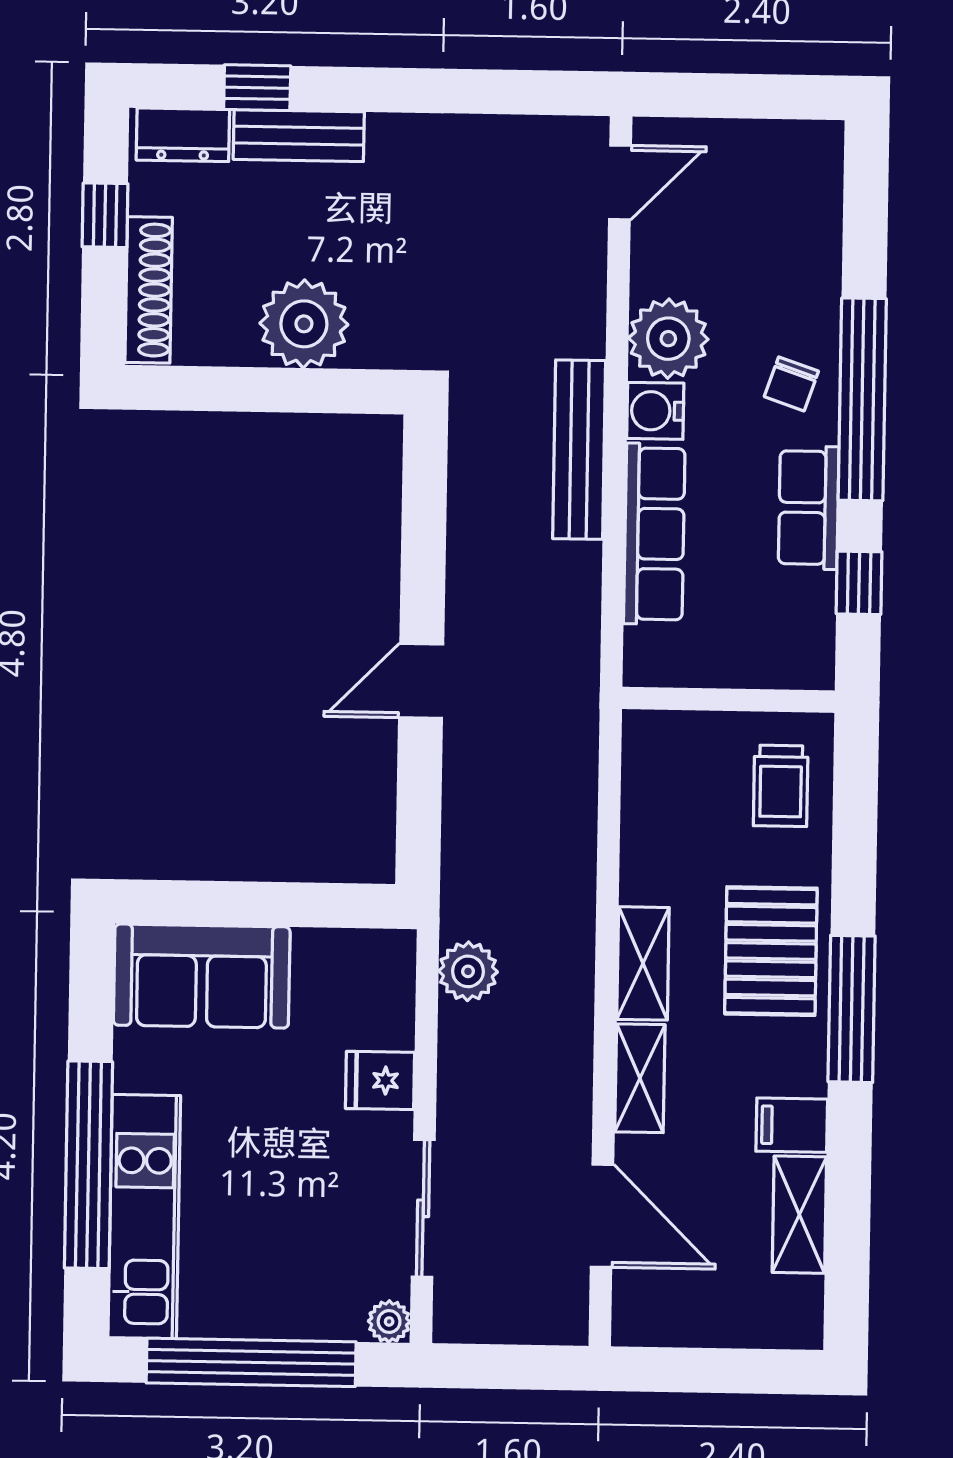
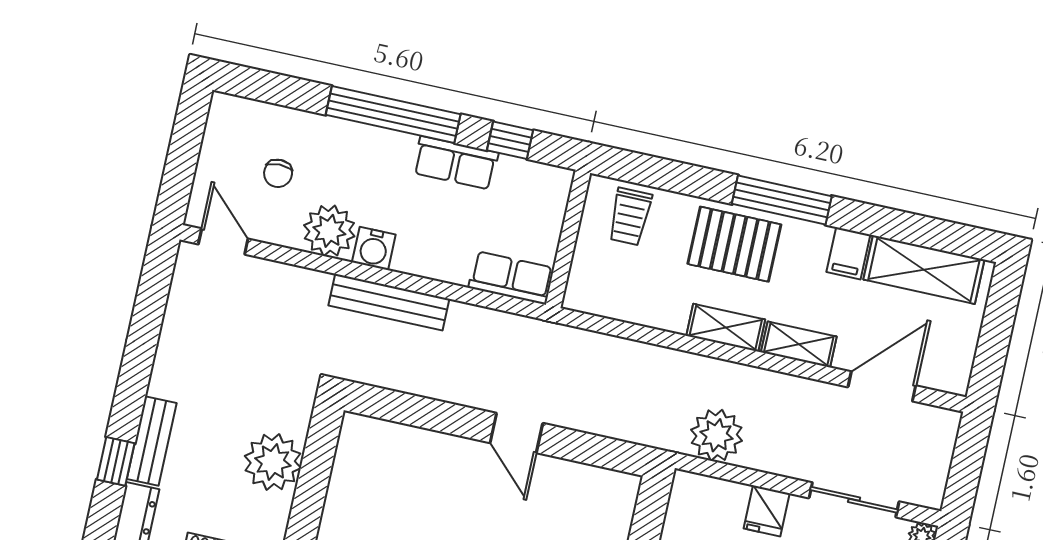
chair: (791, 384) -> (278, 173), moved, turned 71
row of seats: (654, 534) -> (511, 278), moved, width x0.68
trolley: (781, 786) -> (630, 217), turned 90
plant: (468, 971) -> (717, 435), width x1.36, depth x1.36
shelving: (799, 1215) -> (924, 270), width x1.50, depth x1.33

